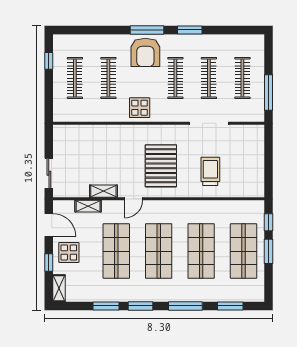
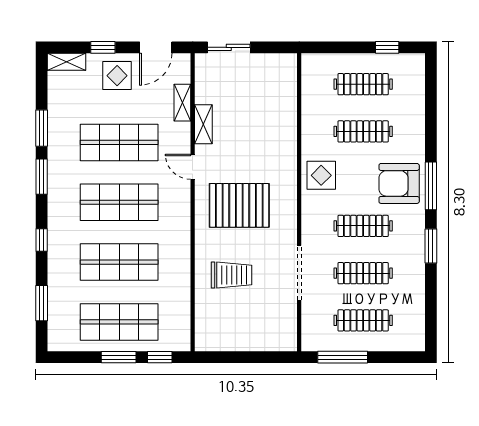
window: (185, 306) -> (42, 240), width x0.46

